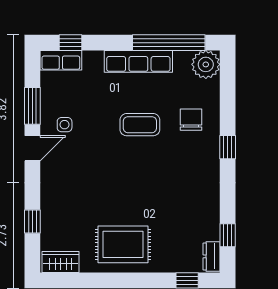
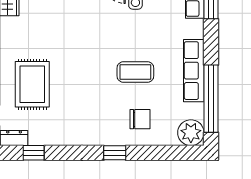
coffee table: (140, 125) -> (135, 72), turned 90
rug: (123, 244) -> (32, 84), moved

